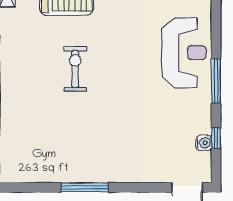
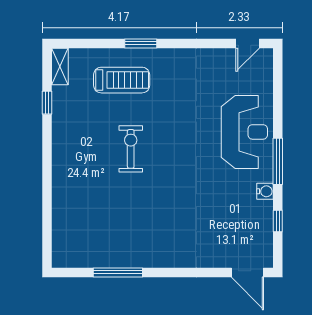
water cooler: (204, 143) -> (265, 191), moved
window: (85, 187) -> (118, 272), moved

